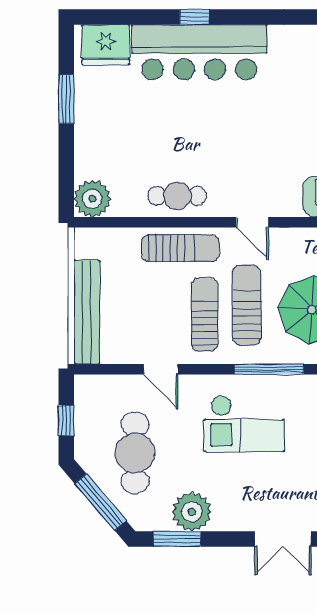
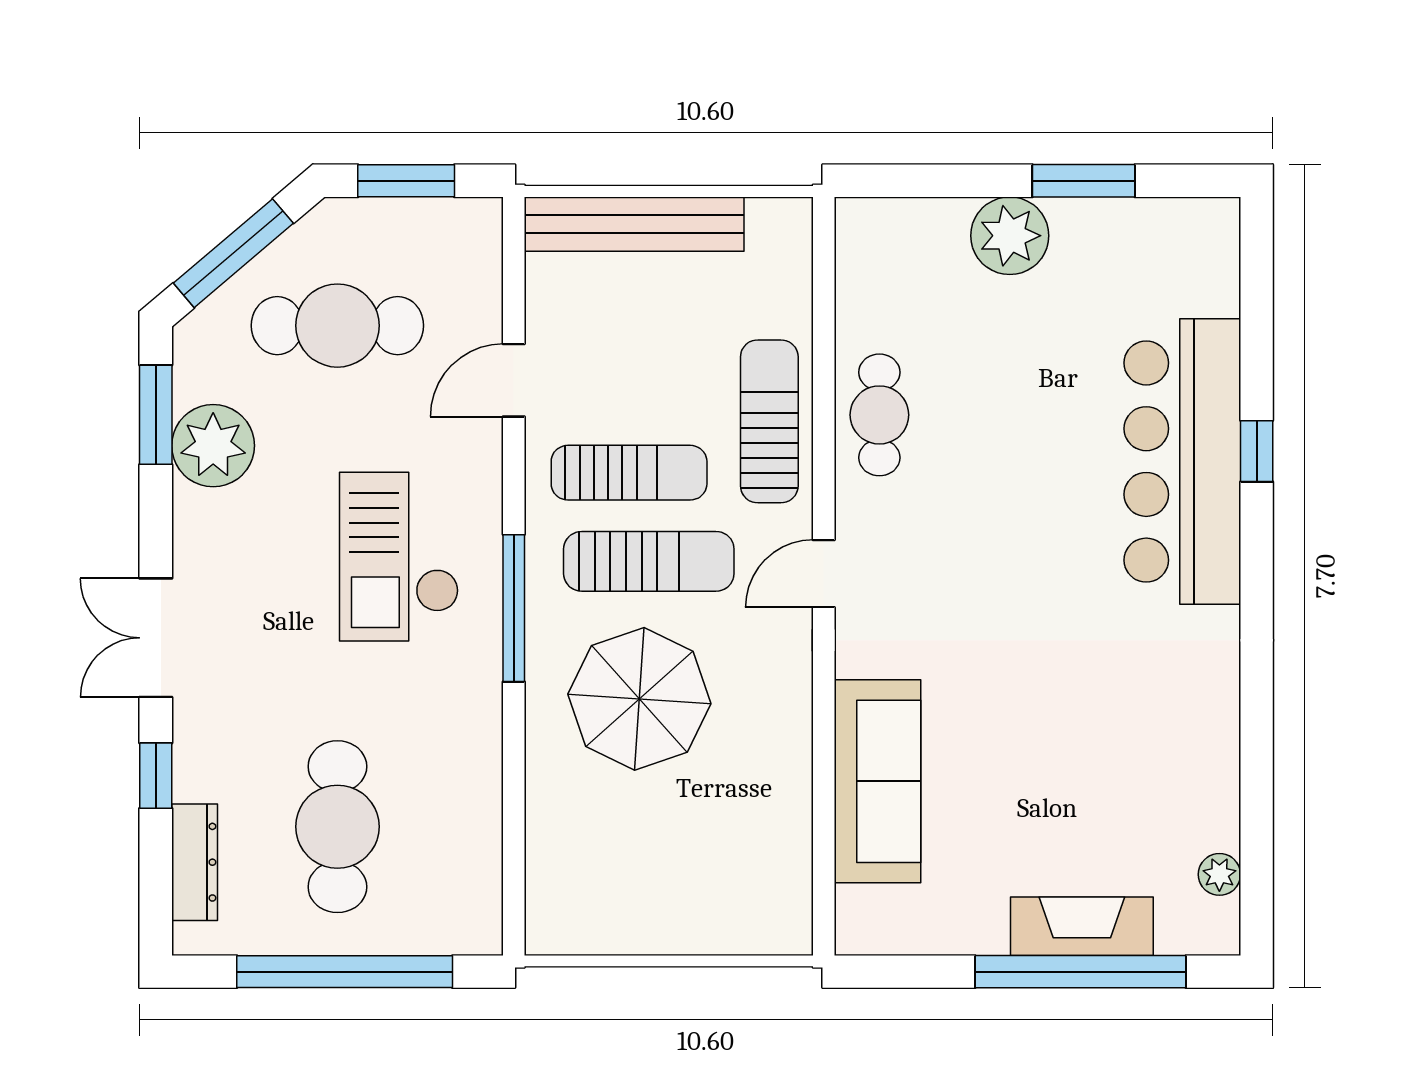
fridge: (106, 45) -> (1198, 264), removed
plant: (92, 199) -> (1010, 236), moved
sun lounger: (180, 248) -> (769, 421), turned 180
window: (66, 420) -> (406, 181), width x1.50

